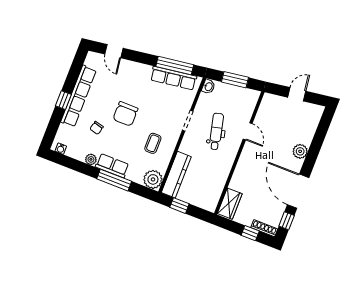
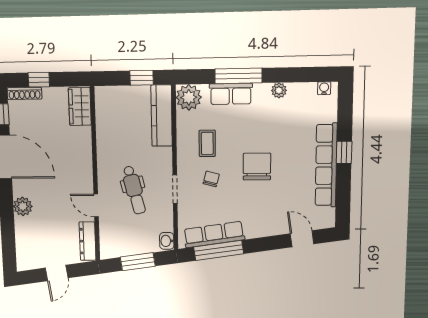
dresser: (265, 108) -> (88, 241), added
chair: (97, 128) -> (211, 179), moved
row of seats: (112, 166) -> (231, 94), moved

